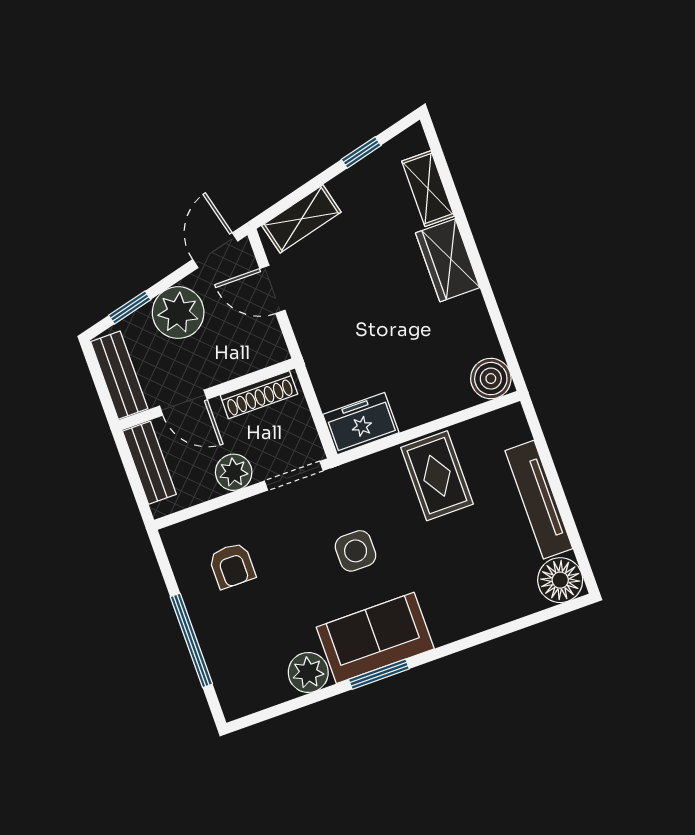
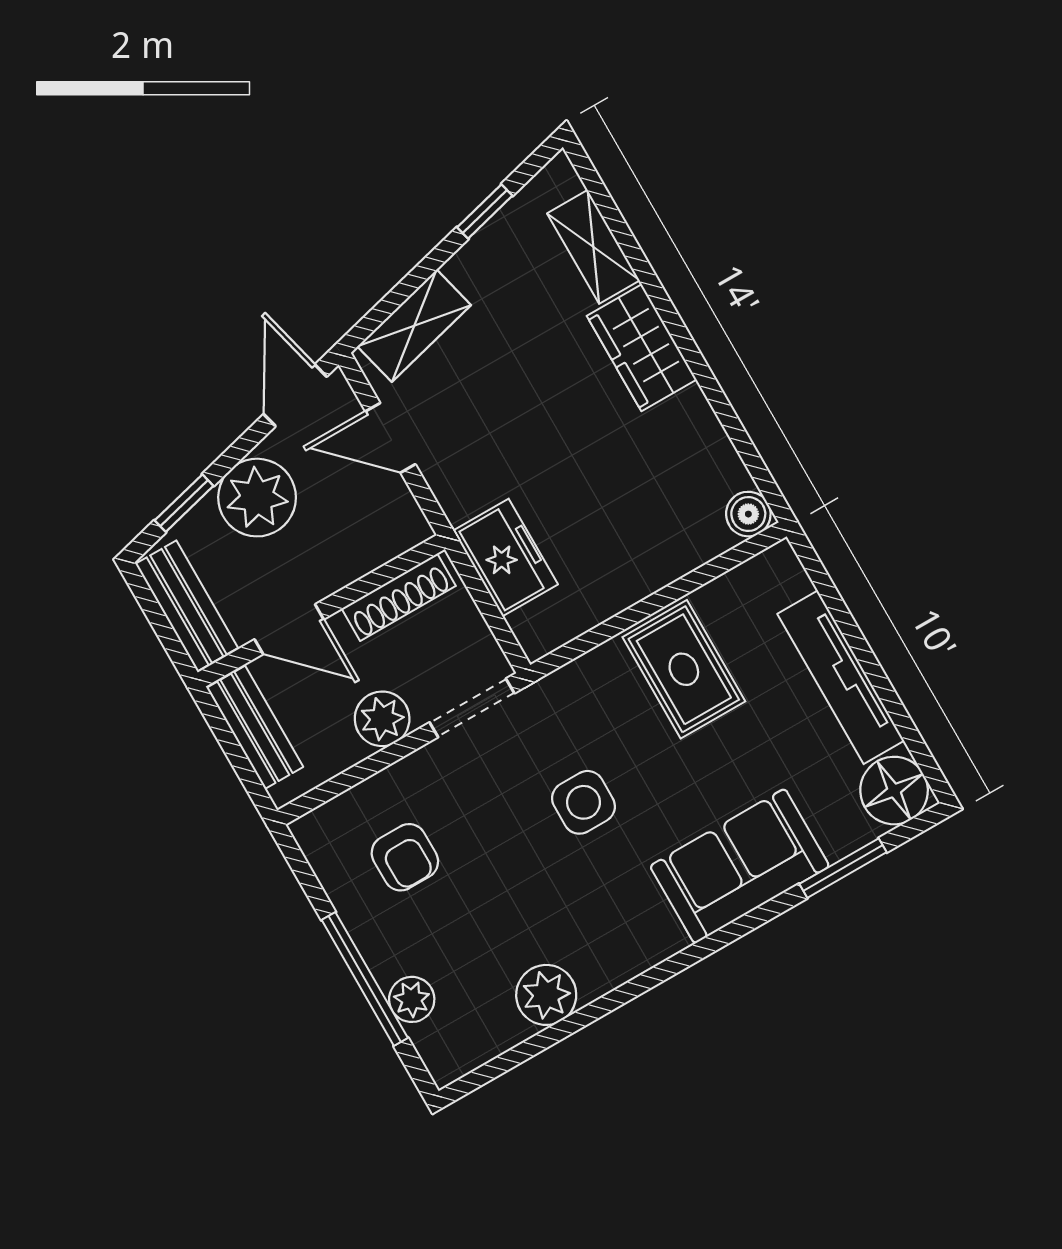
boiler: (491, 379) -> (748, 514), width x0.73, depth x0.73
freezer: (361, 424) -> (505, 558), moved, turned 90
sofa: (375, 638) -> (740, 866), moved
plant: (220, 659) -> (412, 999), added
window: (379, 674) -> (843, 868), moved

